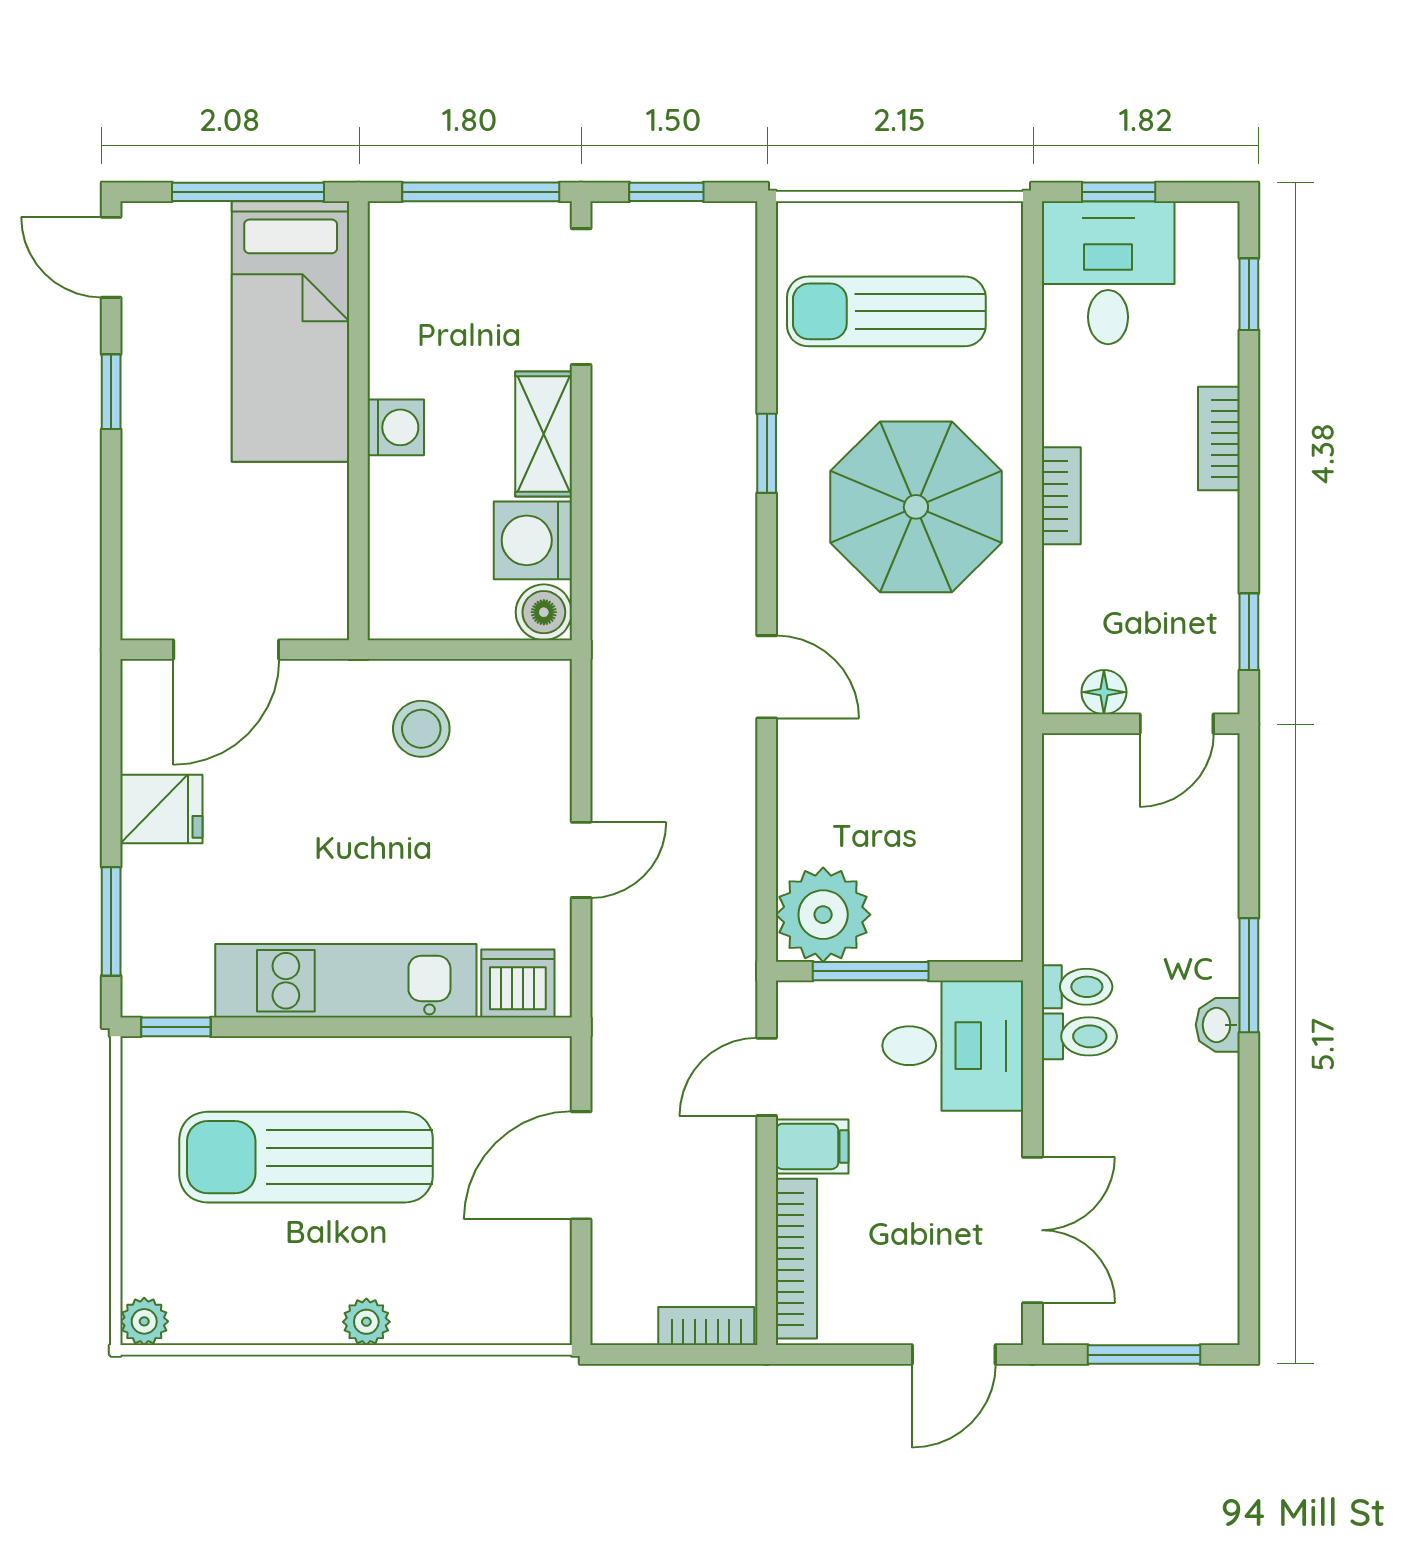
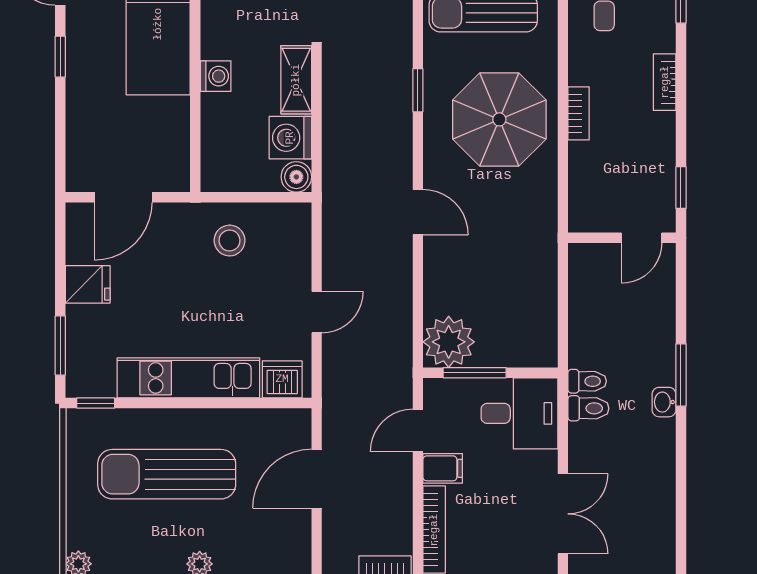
floor lamp: (1104, 692) -> (602, 221), removed

